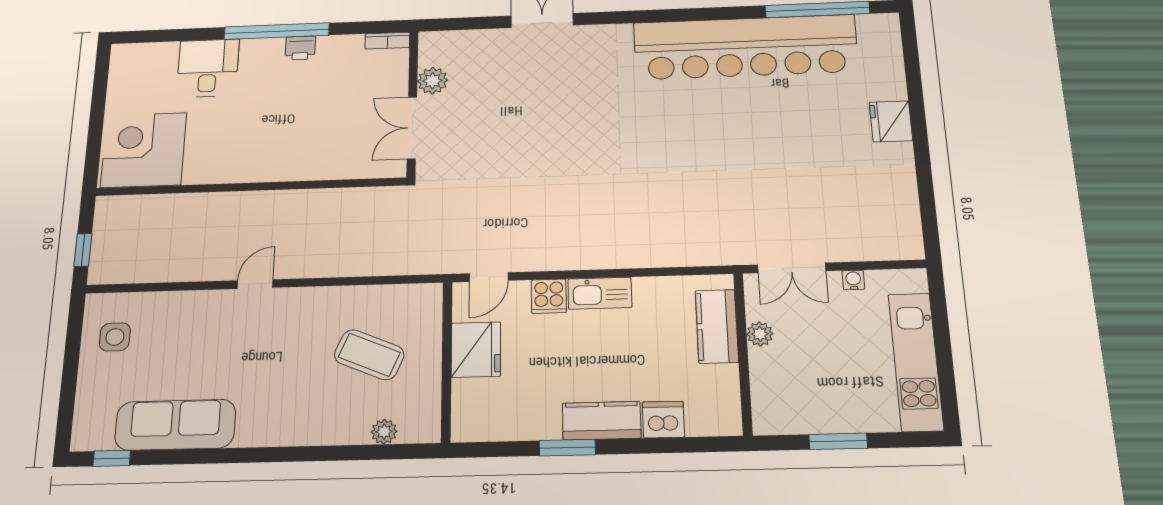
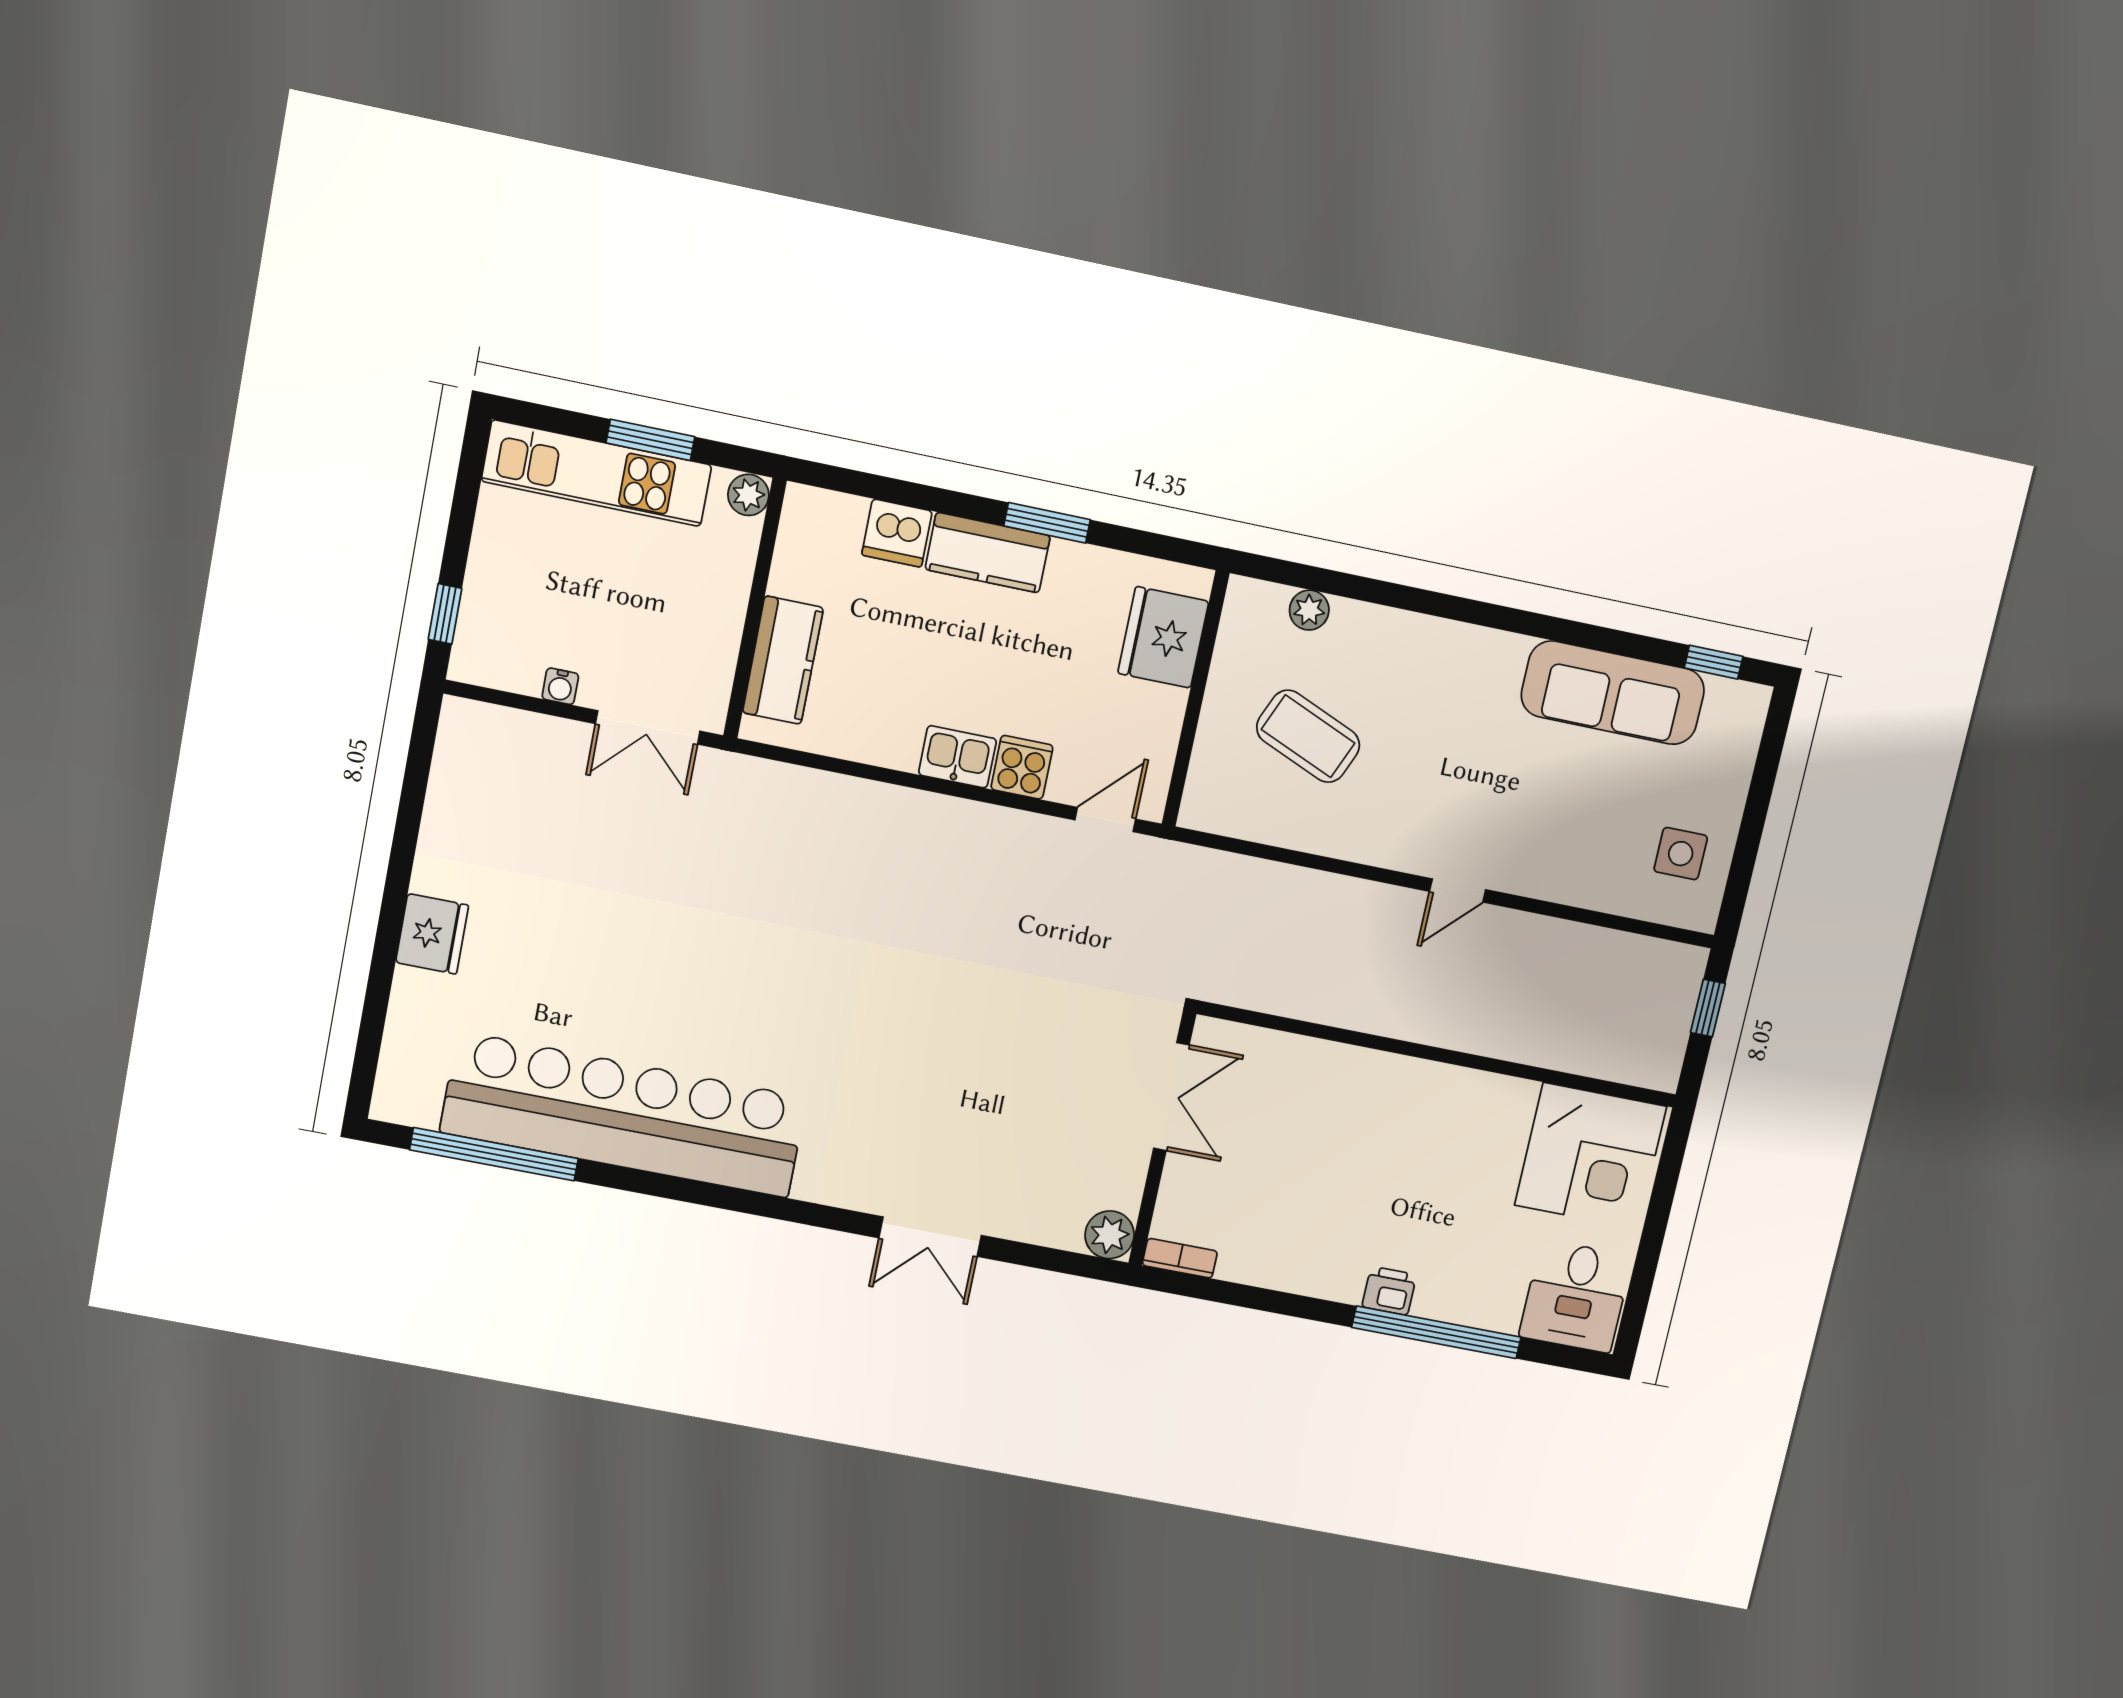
window: (277, 31) -> (1436, 1332), moved
printer: (300, 48) -> (1389, 1291), moved
desk: (208, 68) -> (1576, 1296), moved
plant: (433, 81) -> (1110, 1235), moved
double door: (792, 268) -> (648, 727), swing flipped
kitchen sink: (600, 293) -> (957, 757), width x0.73
window: (939, 307) -> (445, 614), added
plant: (760, 334) -> (748, 495), moved
fridge: (476, 350) -> (1163, 637), moved
kitchen unit: (916, 362) -> (597, 473), moved, turned 90

